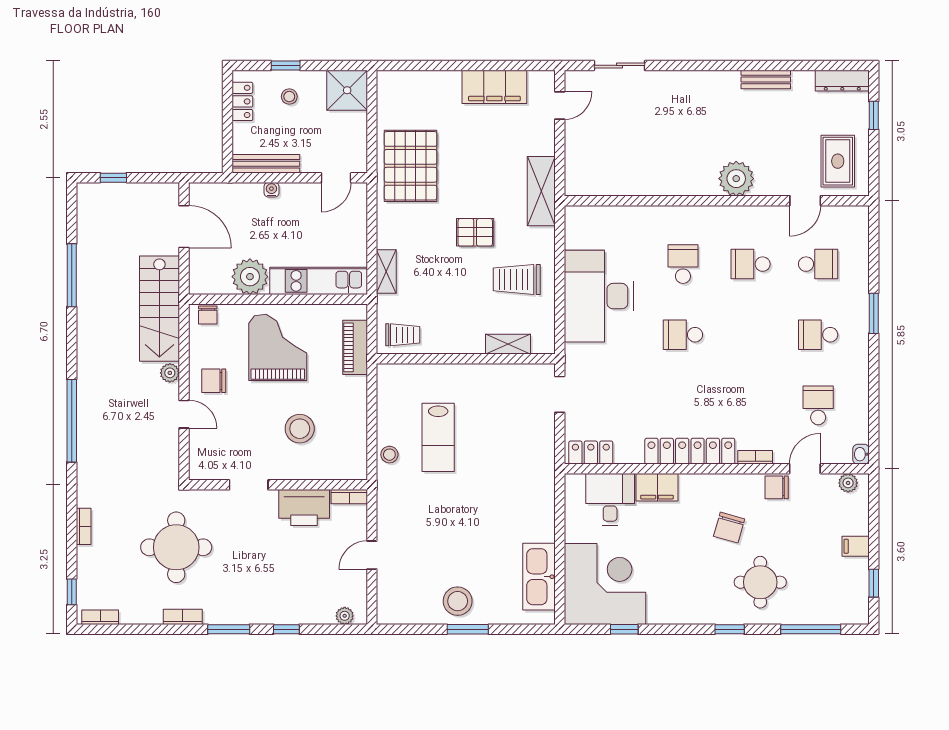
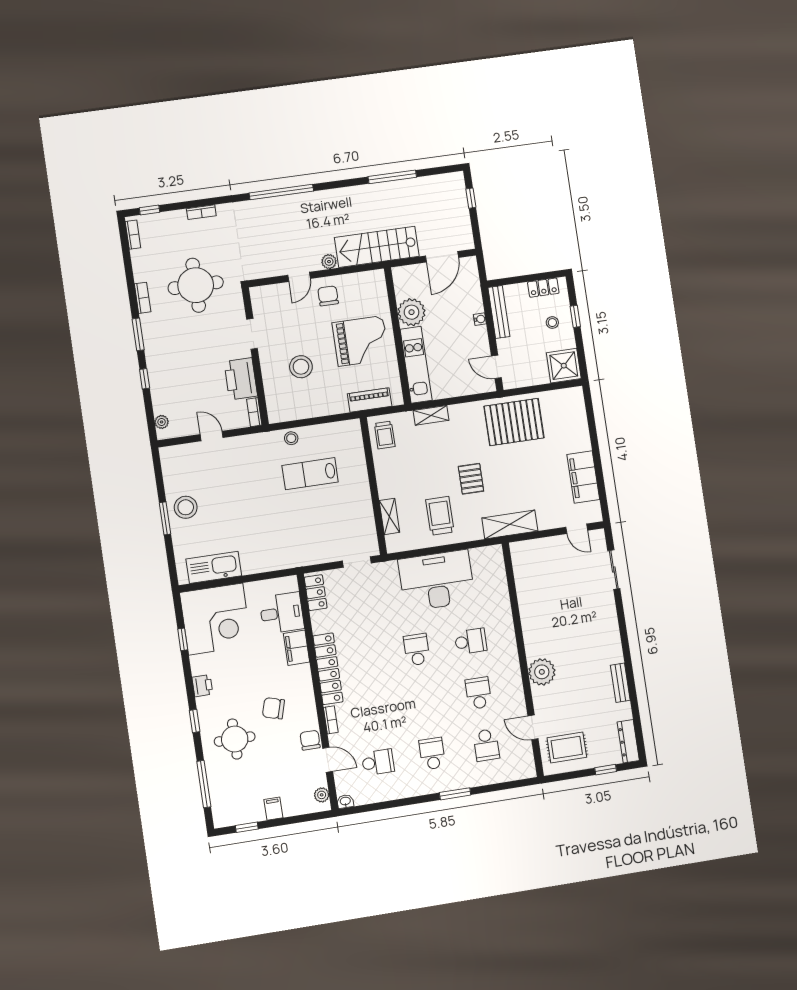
chair: (208, 315) -> (378, 284), removed
printer: (687, 613) -> (202, 686), added

